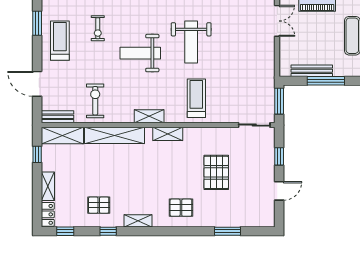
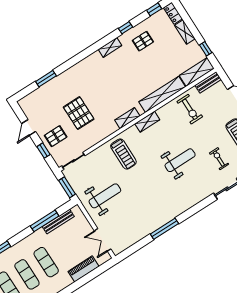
weight bench: (191, 42) -> (105, 196), moved, turned 90
pallet: (181, 208) -> (56, 136), moved

